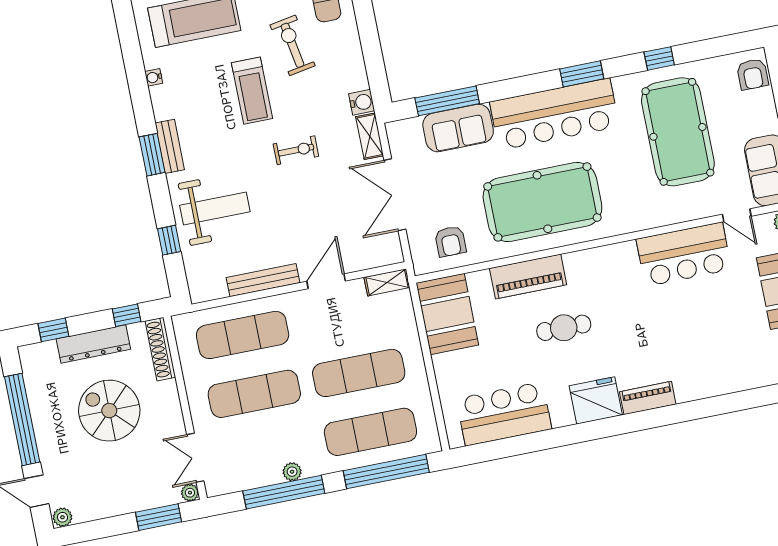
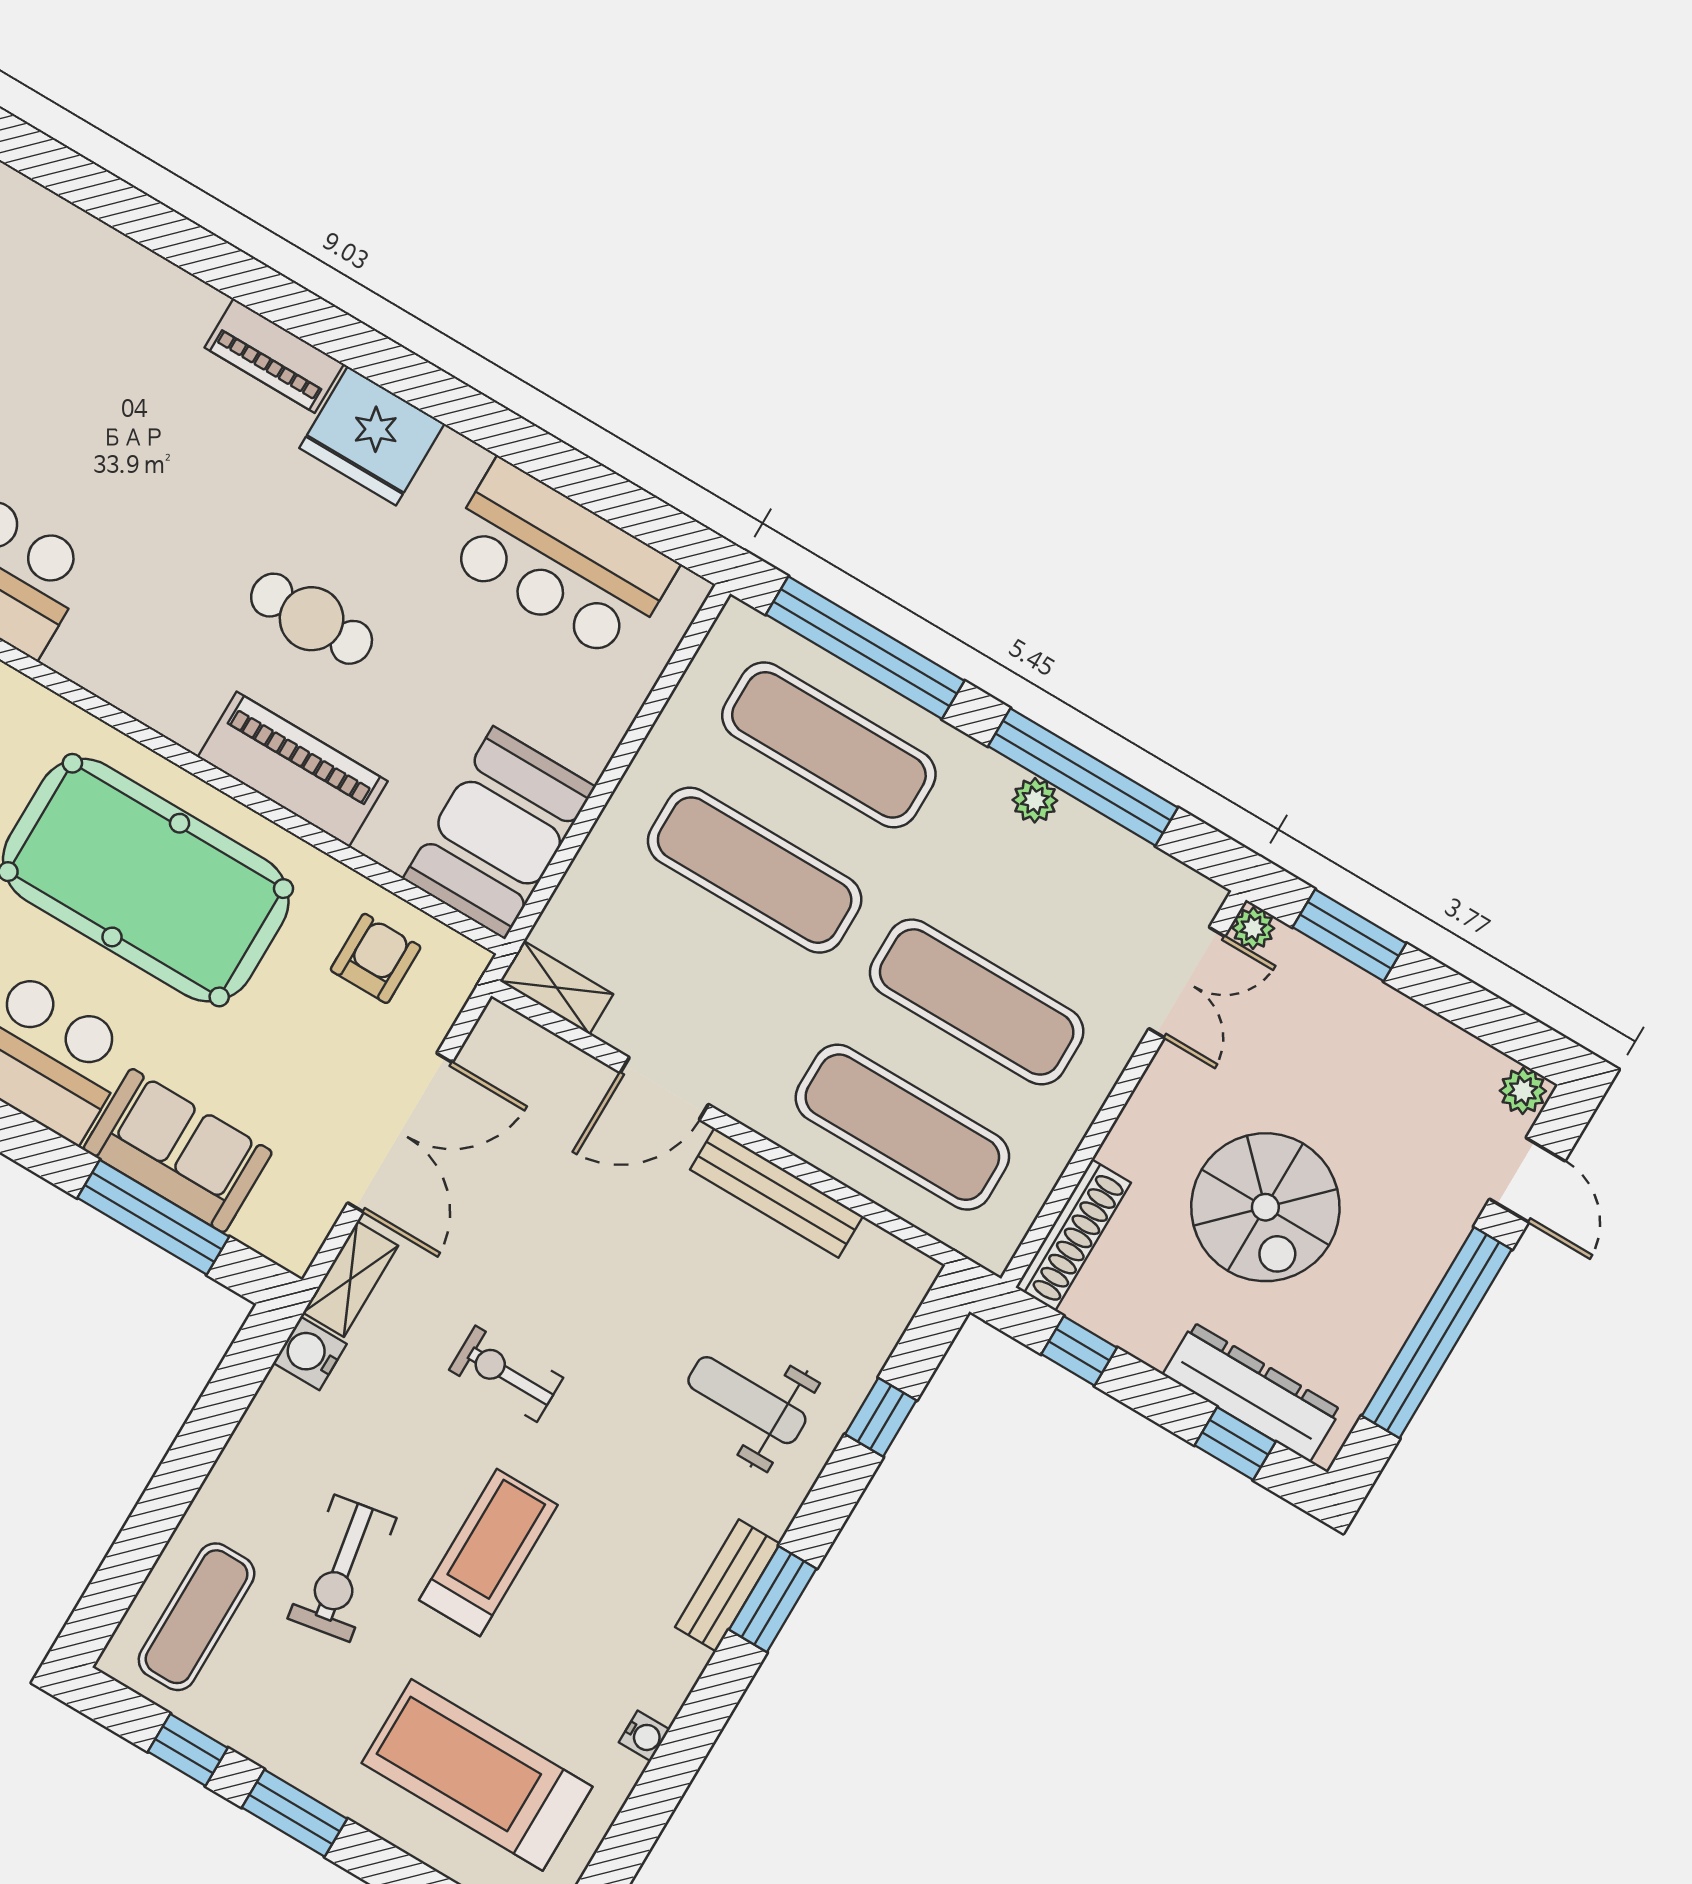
weight bench: (215, 209) -> (747, 1400), width x0.73, depth x0.75
dresser: (93, 344) -> (1252, 1392), moved

